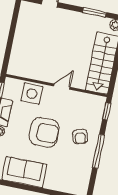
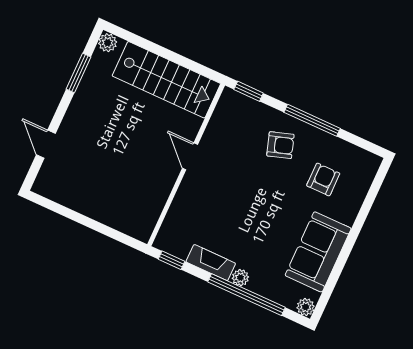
side table: (32, 94) -> (190, 209), removed
armchair: (44, 132) -> (323, 180), moved, width x0.53, depth x0.53

